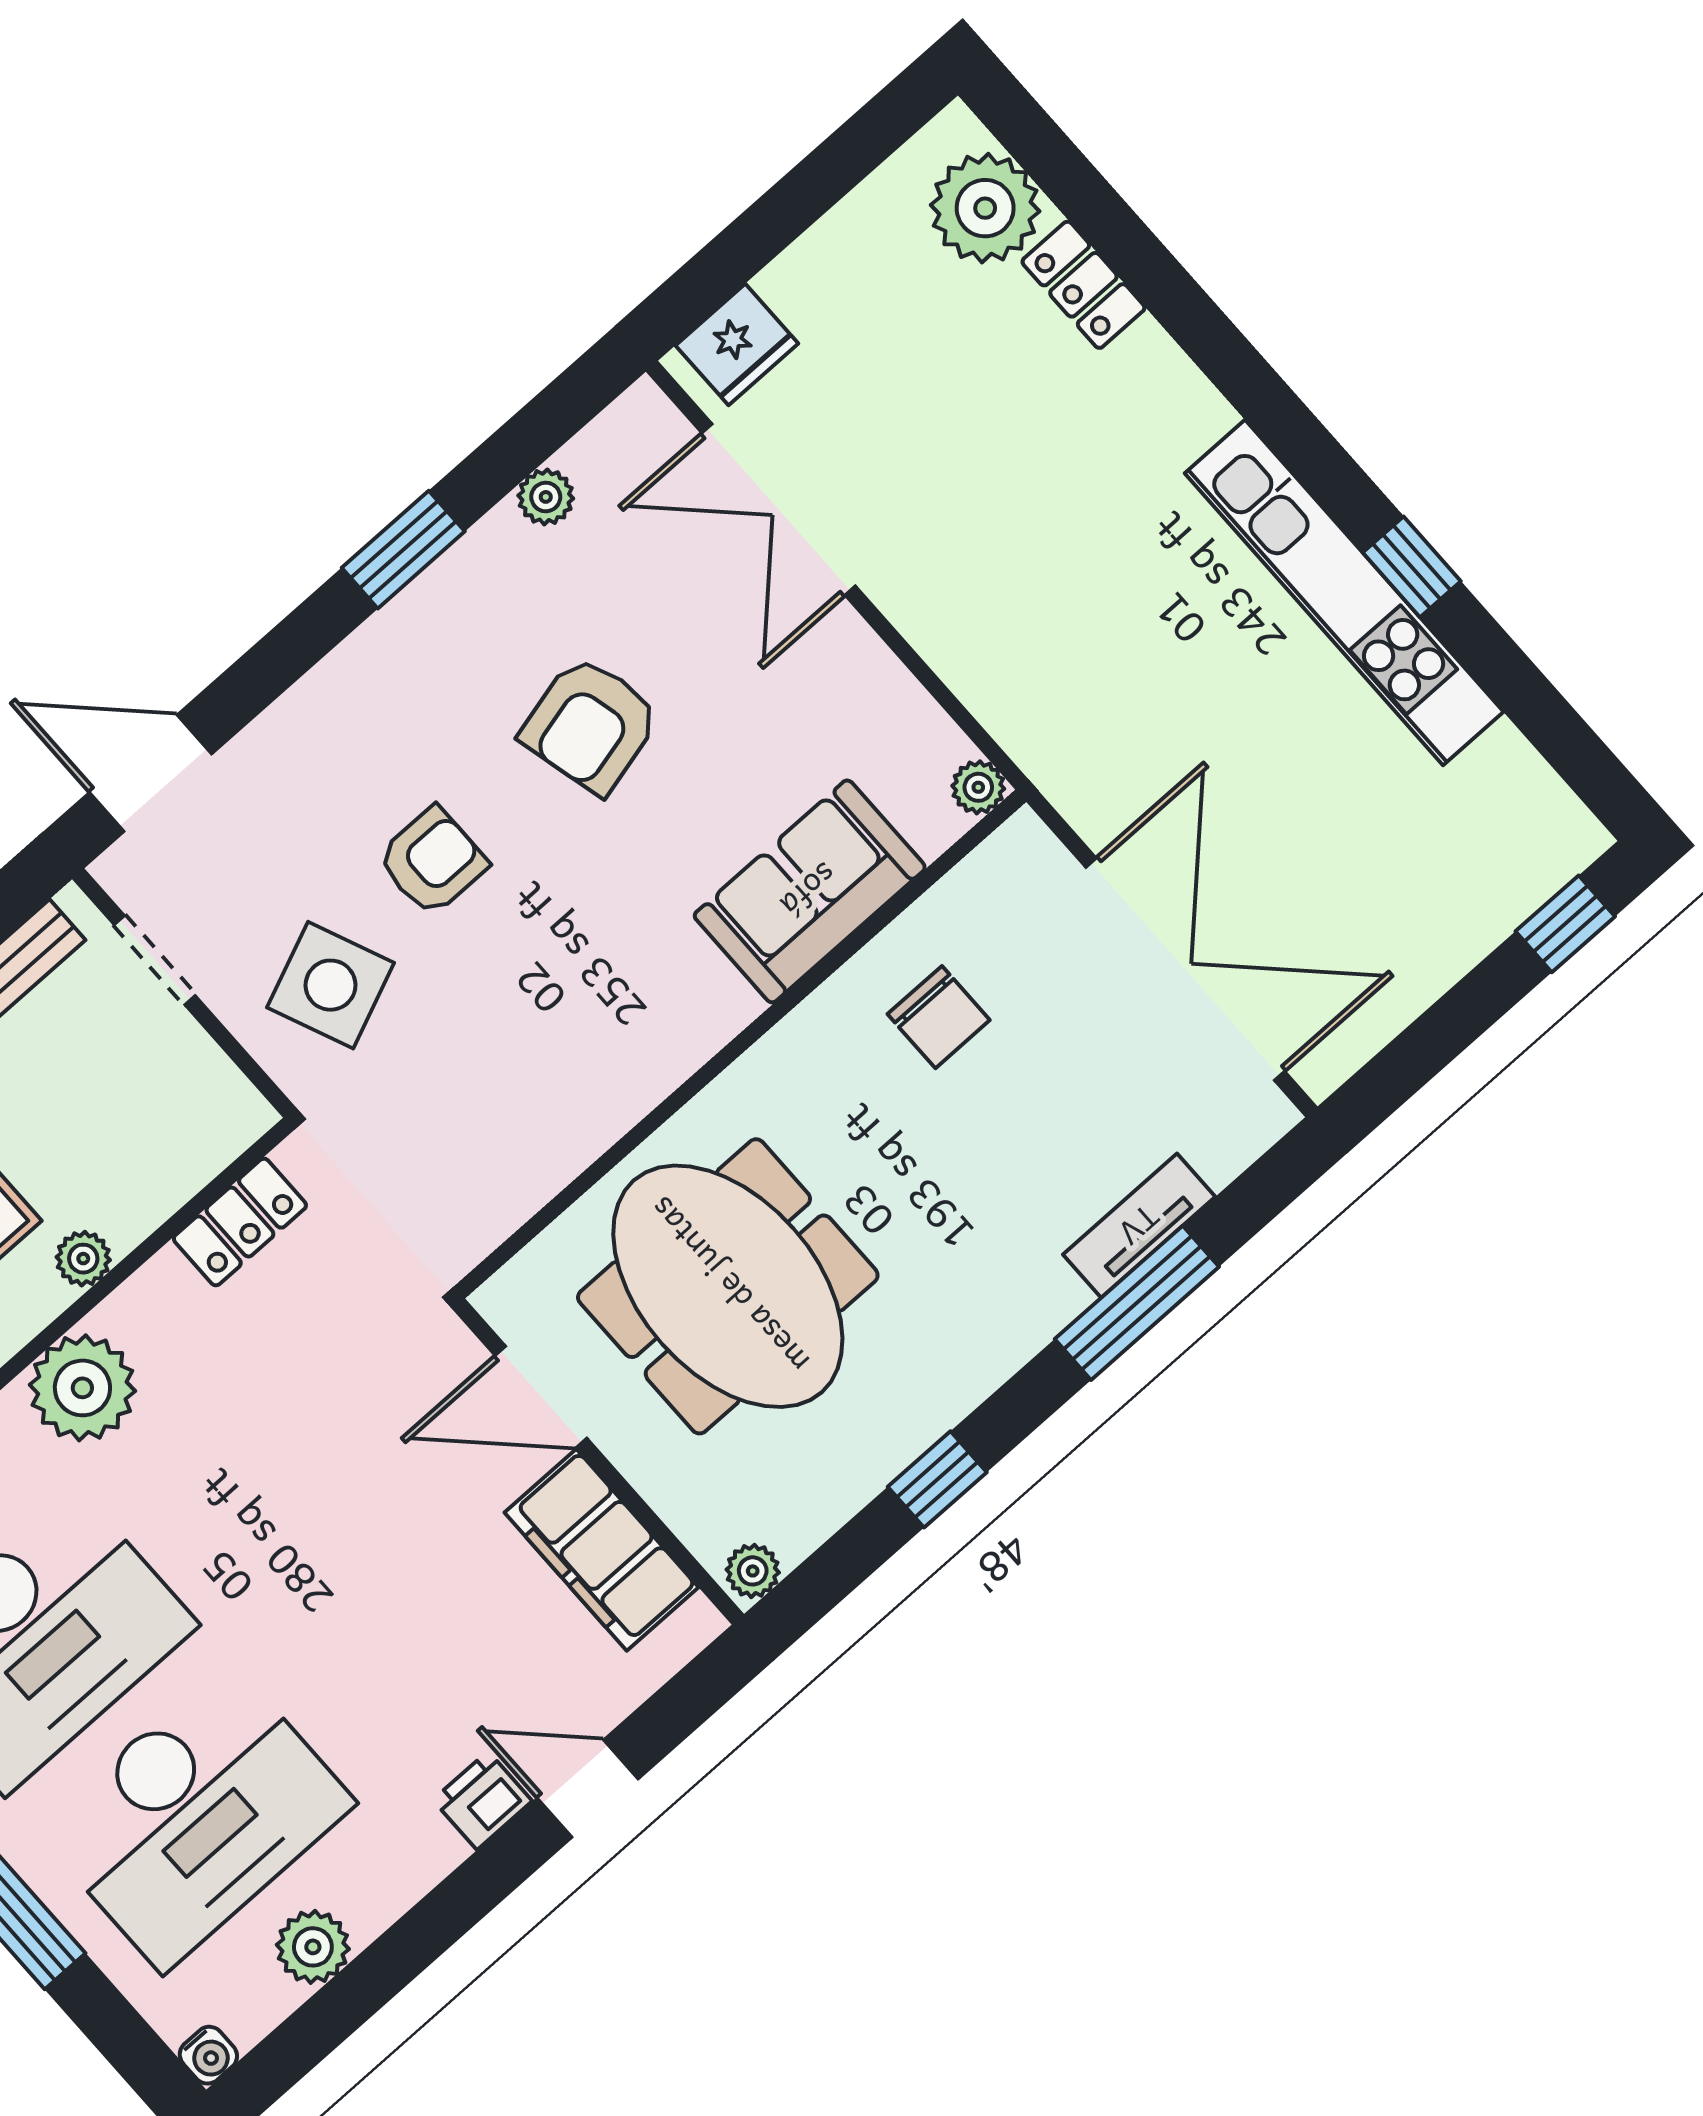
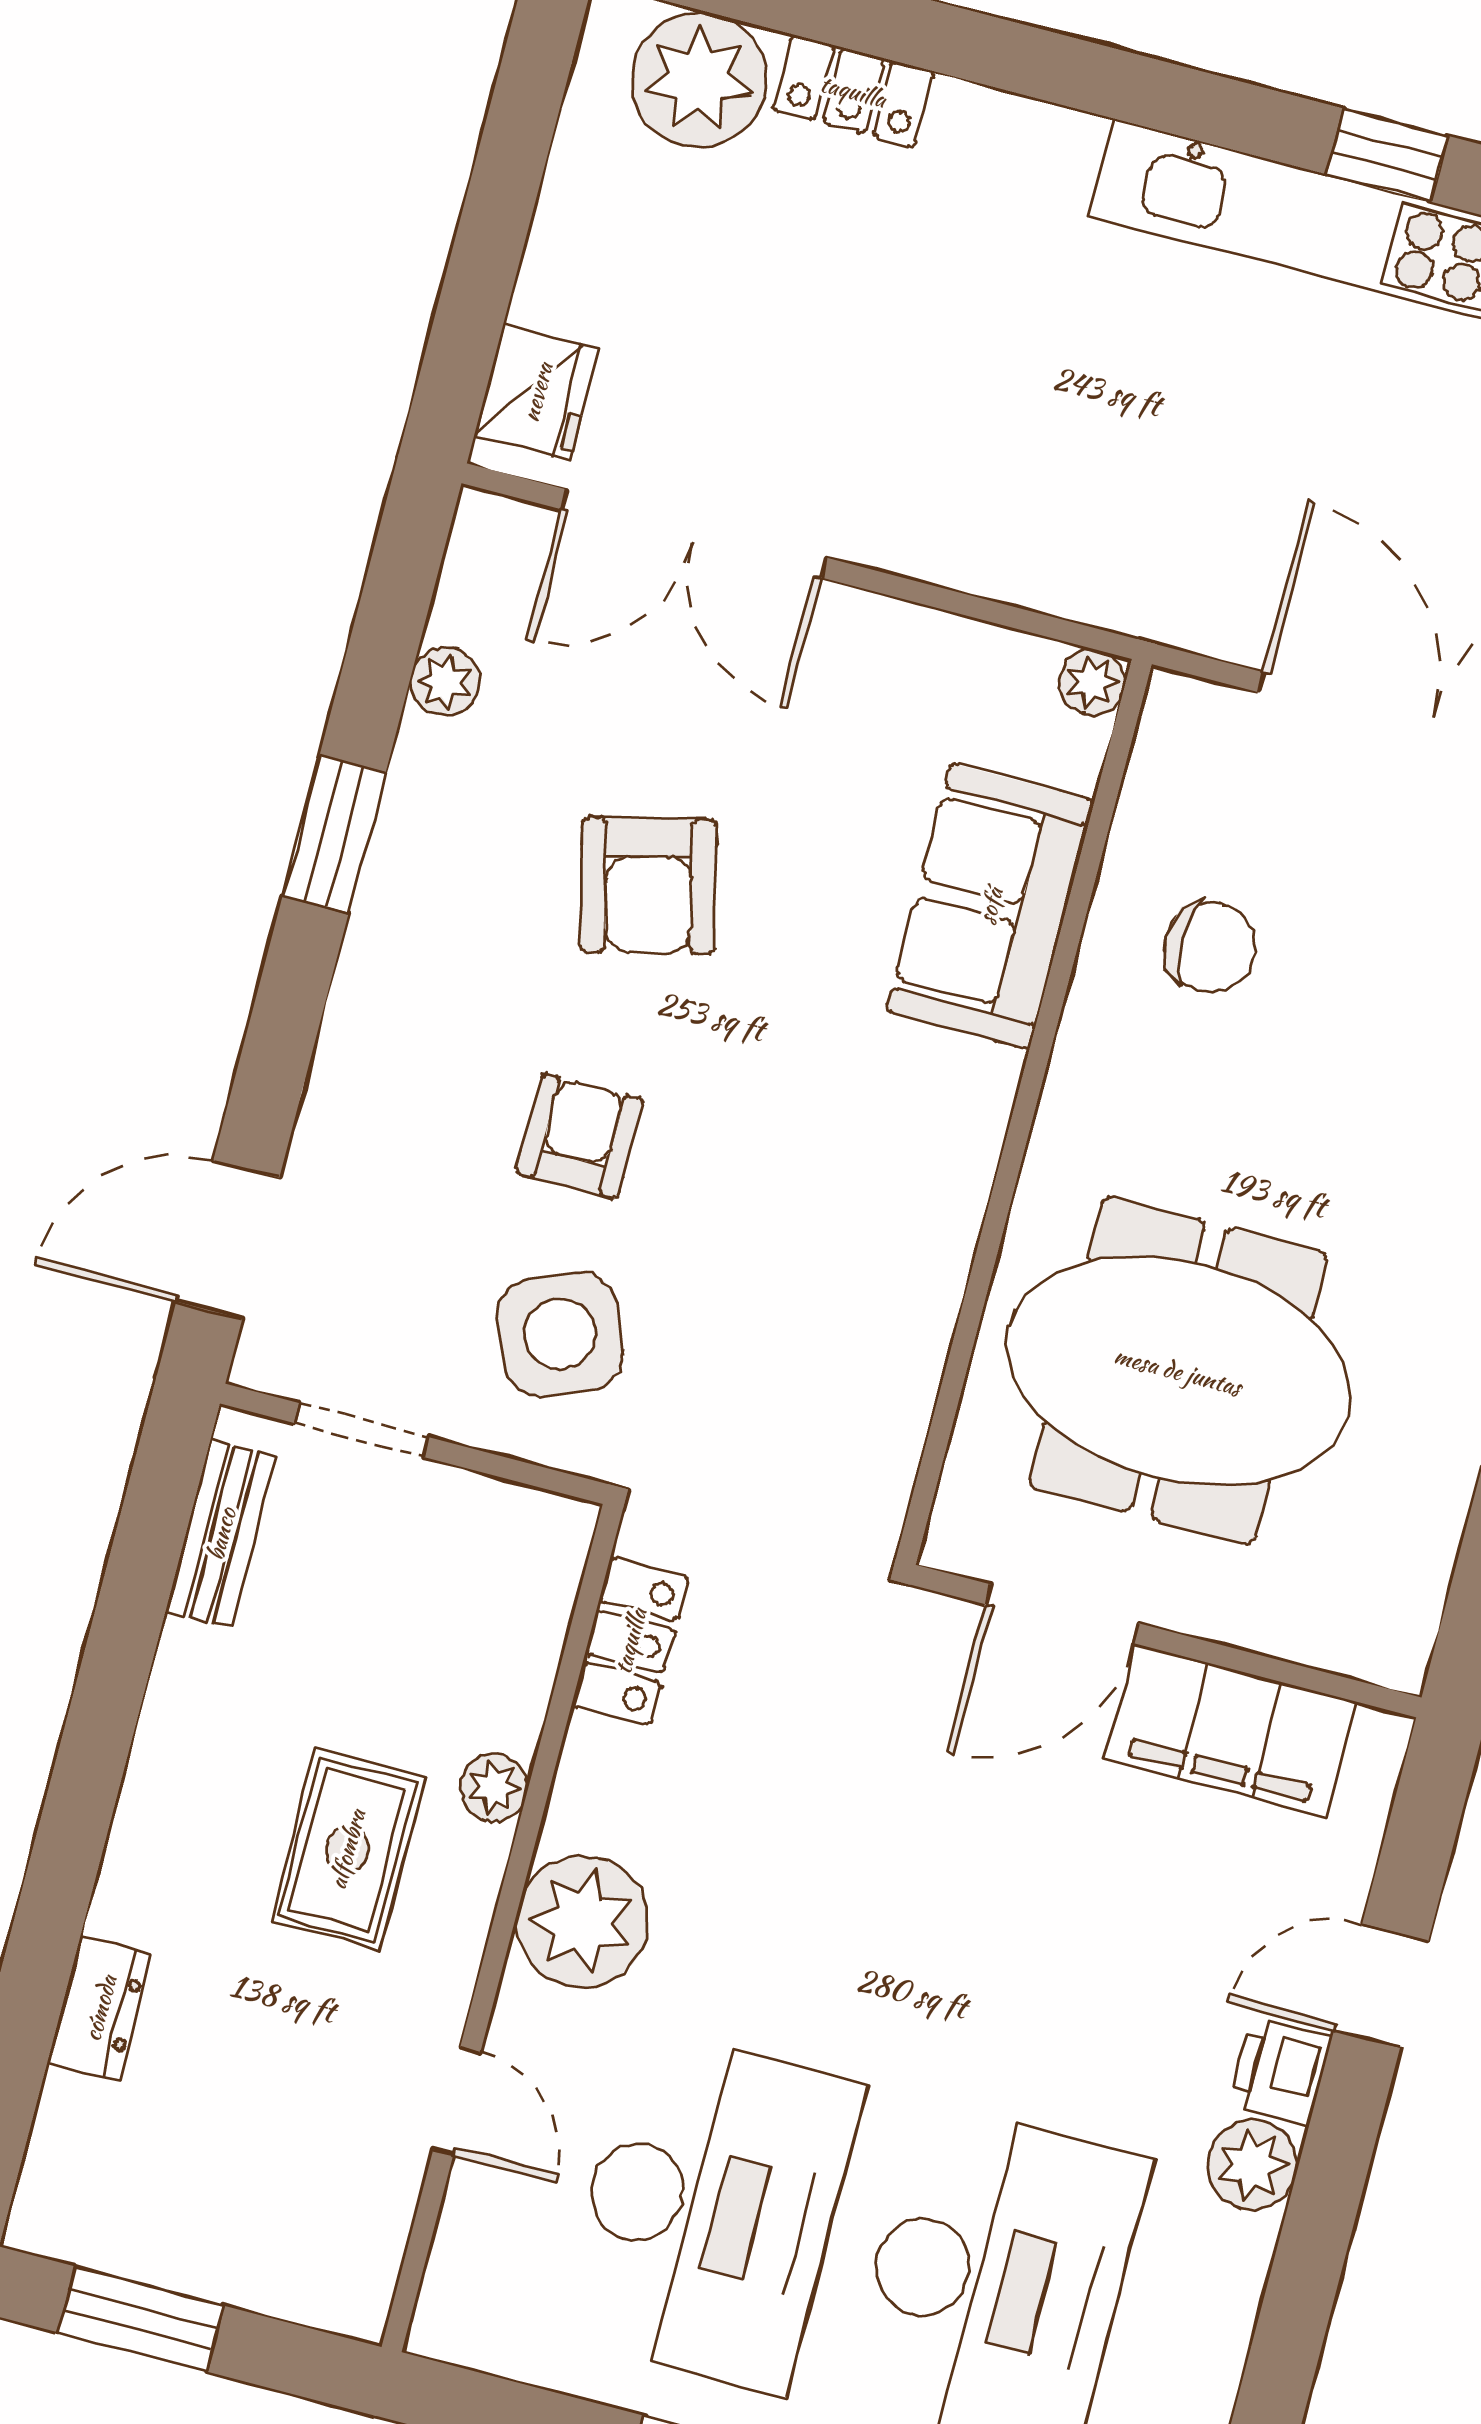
plant: (753, 1571) -> (1401, 1647), removed
plant: (313, 1947) -> (1253, 2165), moved

